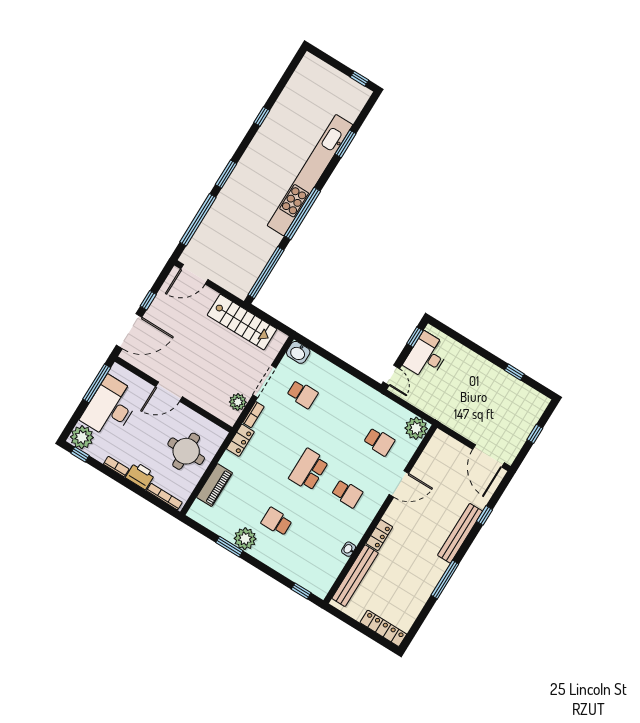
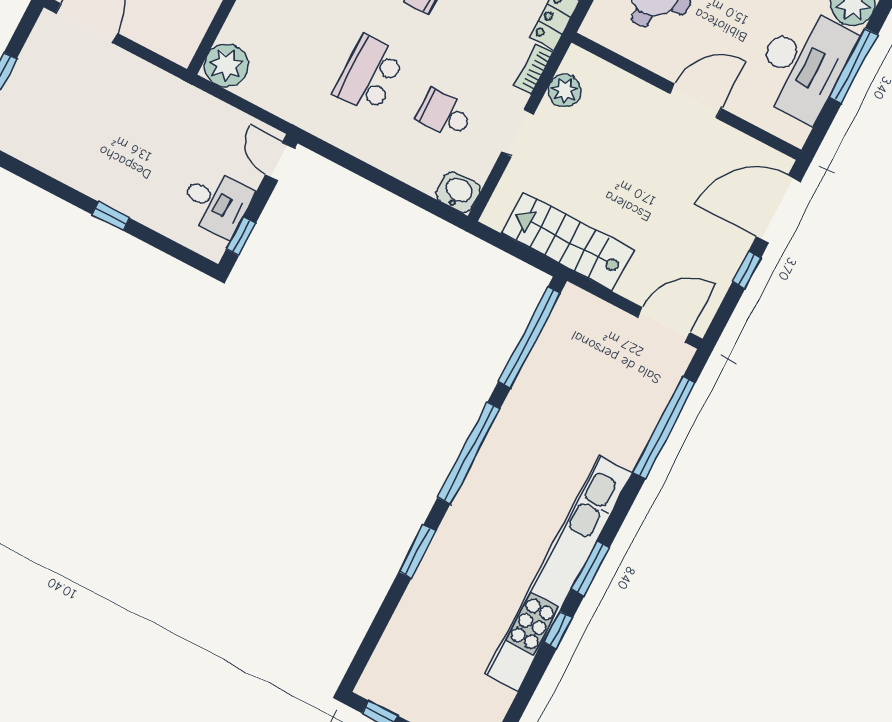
window: (345, 144) -> (417, 551), moved
window: (226, 174) -> (591, 568), moved
kitchen unit: (310, 175) -> (559, 574), moved, turned 180
desk: (427, 356) -> (216, 202), width x0.73
window: (514, 372) -> (111, 216), moved
doorway: (264, 381) -> (518, 133), width x0.73
window: (97, 383) -> (853, 66), moved
school desk: (379, 442) -> (369, 75), moved, width x1.85

